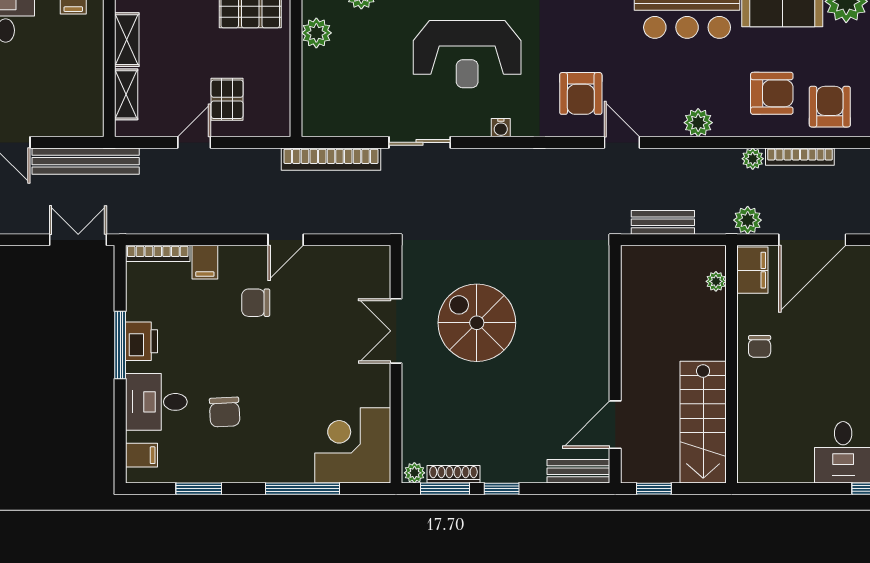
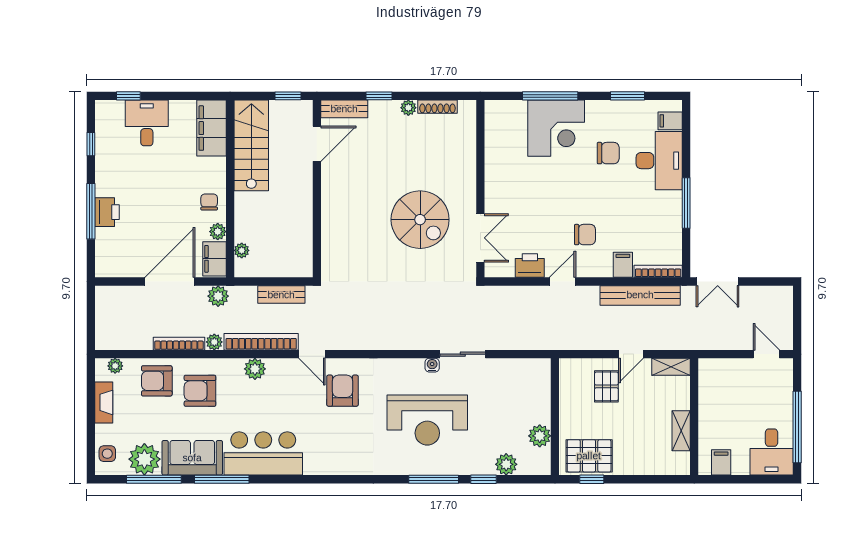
reception desk: (467, 54) -> (427, 420), turned 180
shelving: (126, 94) -> (671, 367), moved, turned 90
armchair: (830, 107) -> (157, 381), turned 90
water cooler: (501, 128) -> (432, 365), moved
bookcase: (331, 159) -> (261, 342), moved
bench: (86, 161) -> (640, 295), moved
plant: (748, 307) -> (218, 232), added
double door: (396, 331) -> (480, 238), moved
printer: (141, 341) -> (530, 266), moved, turned 90
desk: (156, 402) -> (659, 161), width x1.37
chair: (225, 412) -> (608, 153), turned 93
corner desk: (353, 445) -> (556, 128), moved
filing cabinet: (756, 445) -> (211, 128), added
plant: (414, 473) -> (408, 108), moved
window: (445, 489) -> (444, 96), removed
window: (502, 489) -> (379, 96), moved

